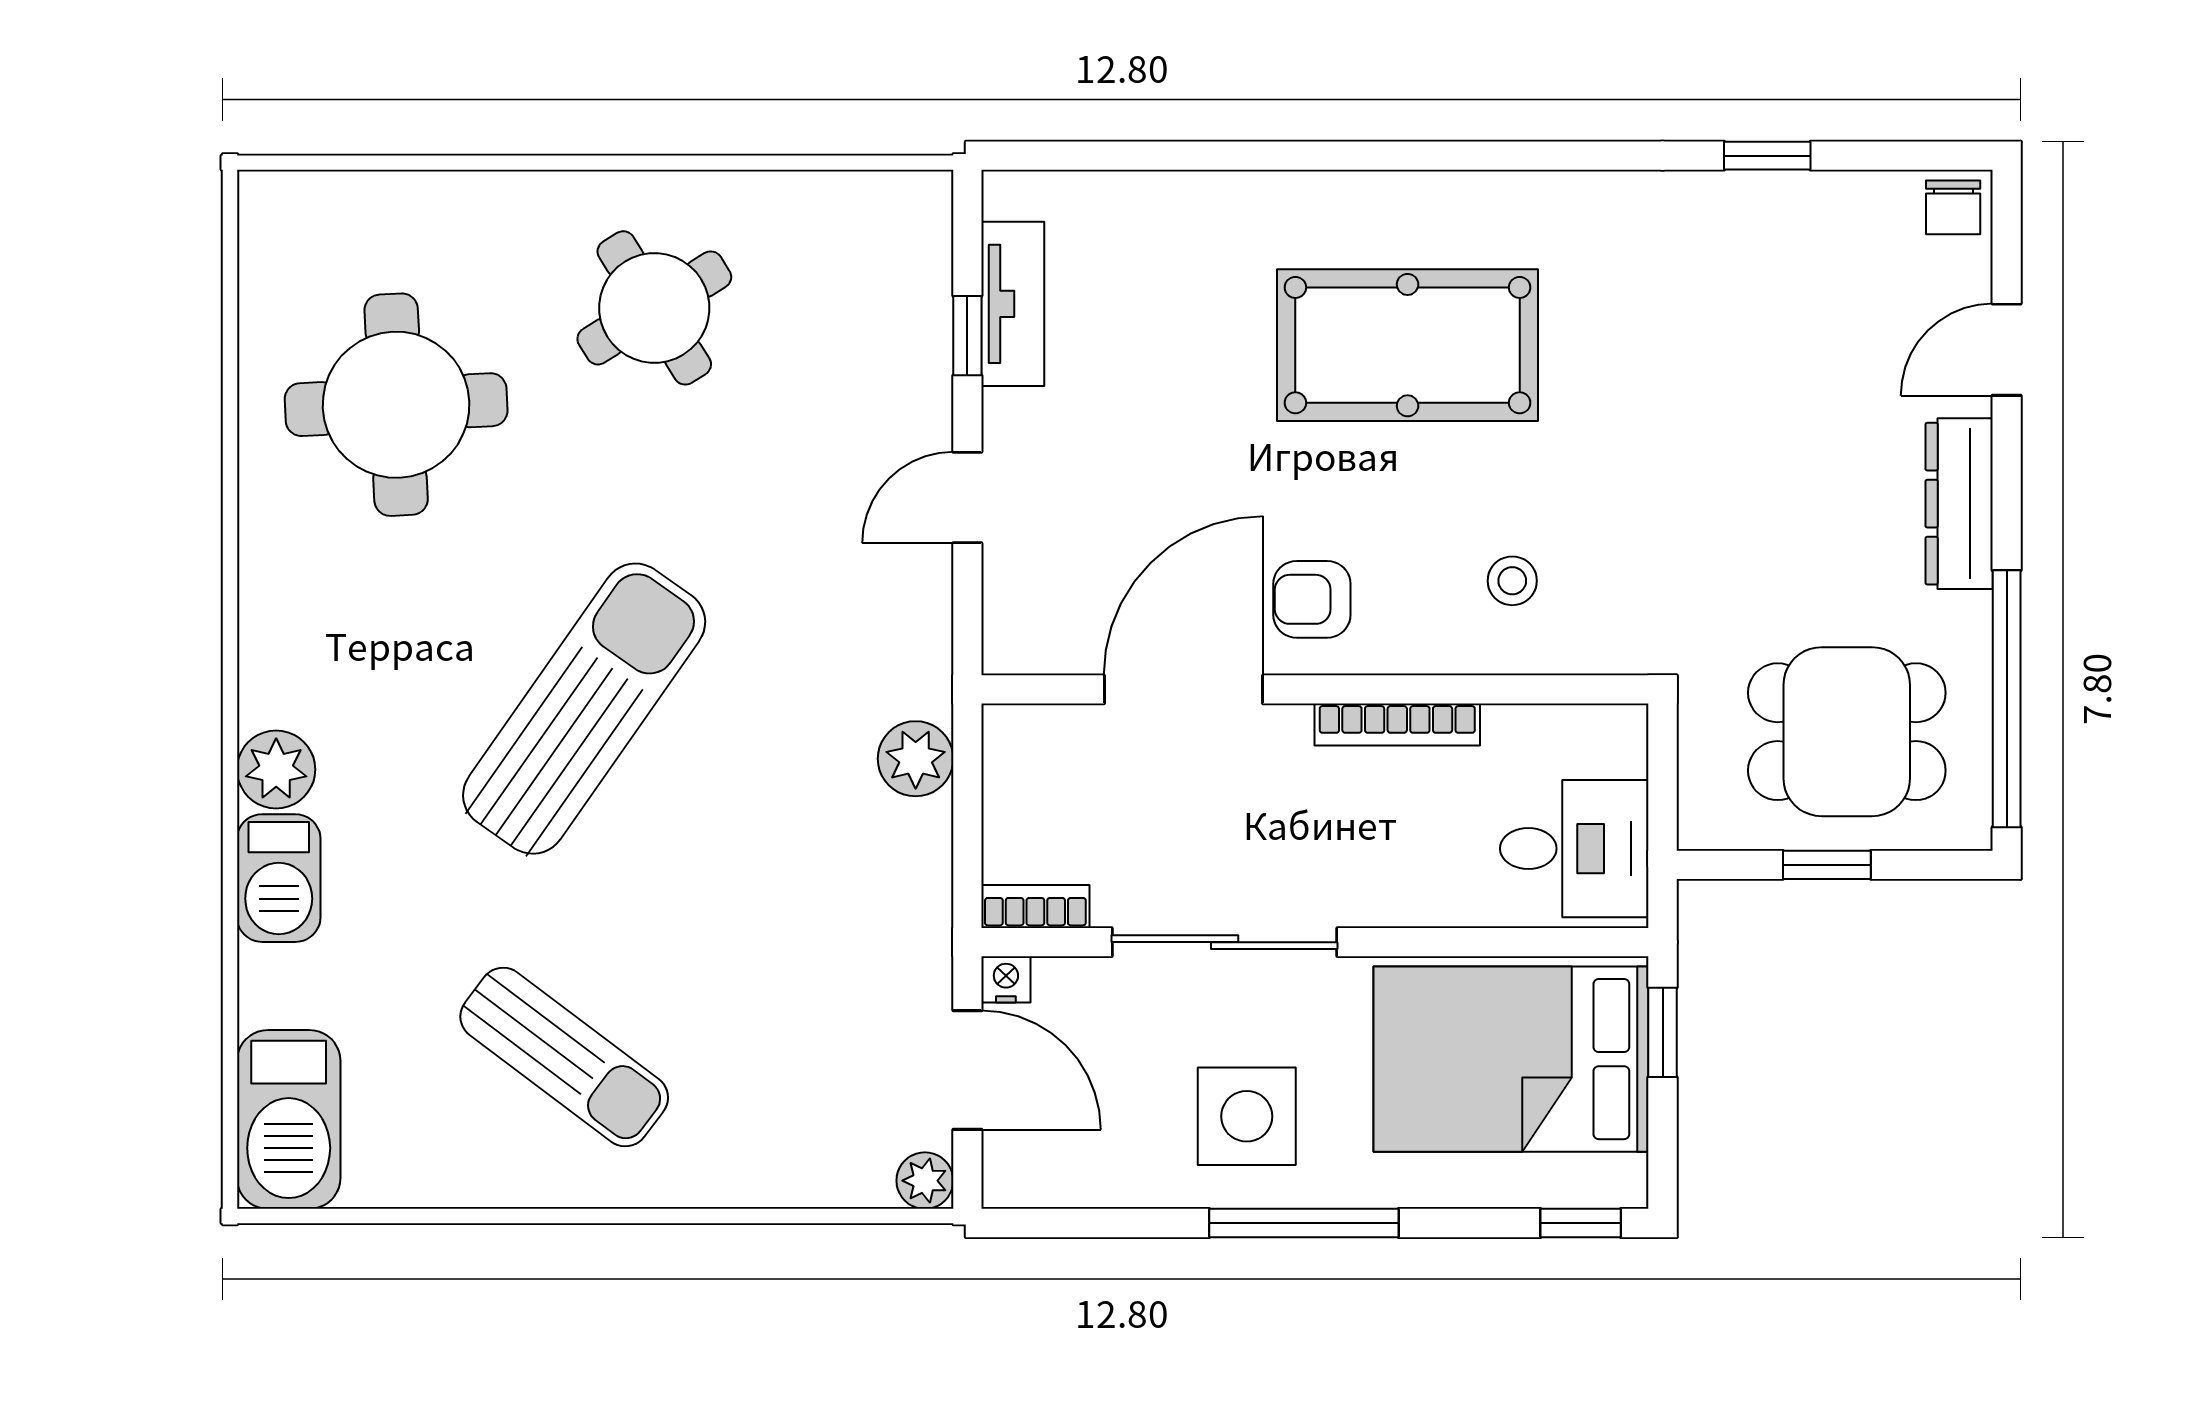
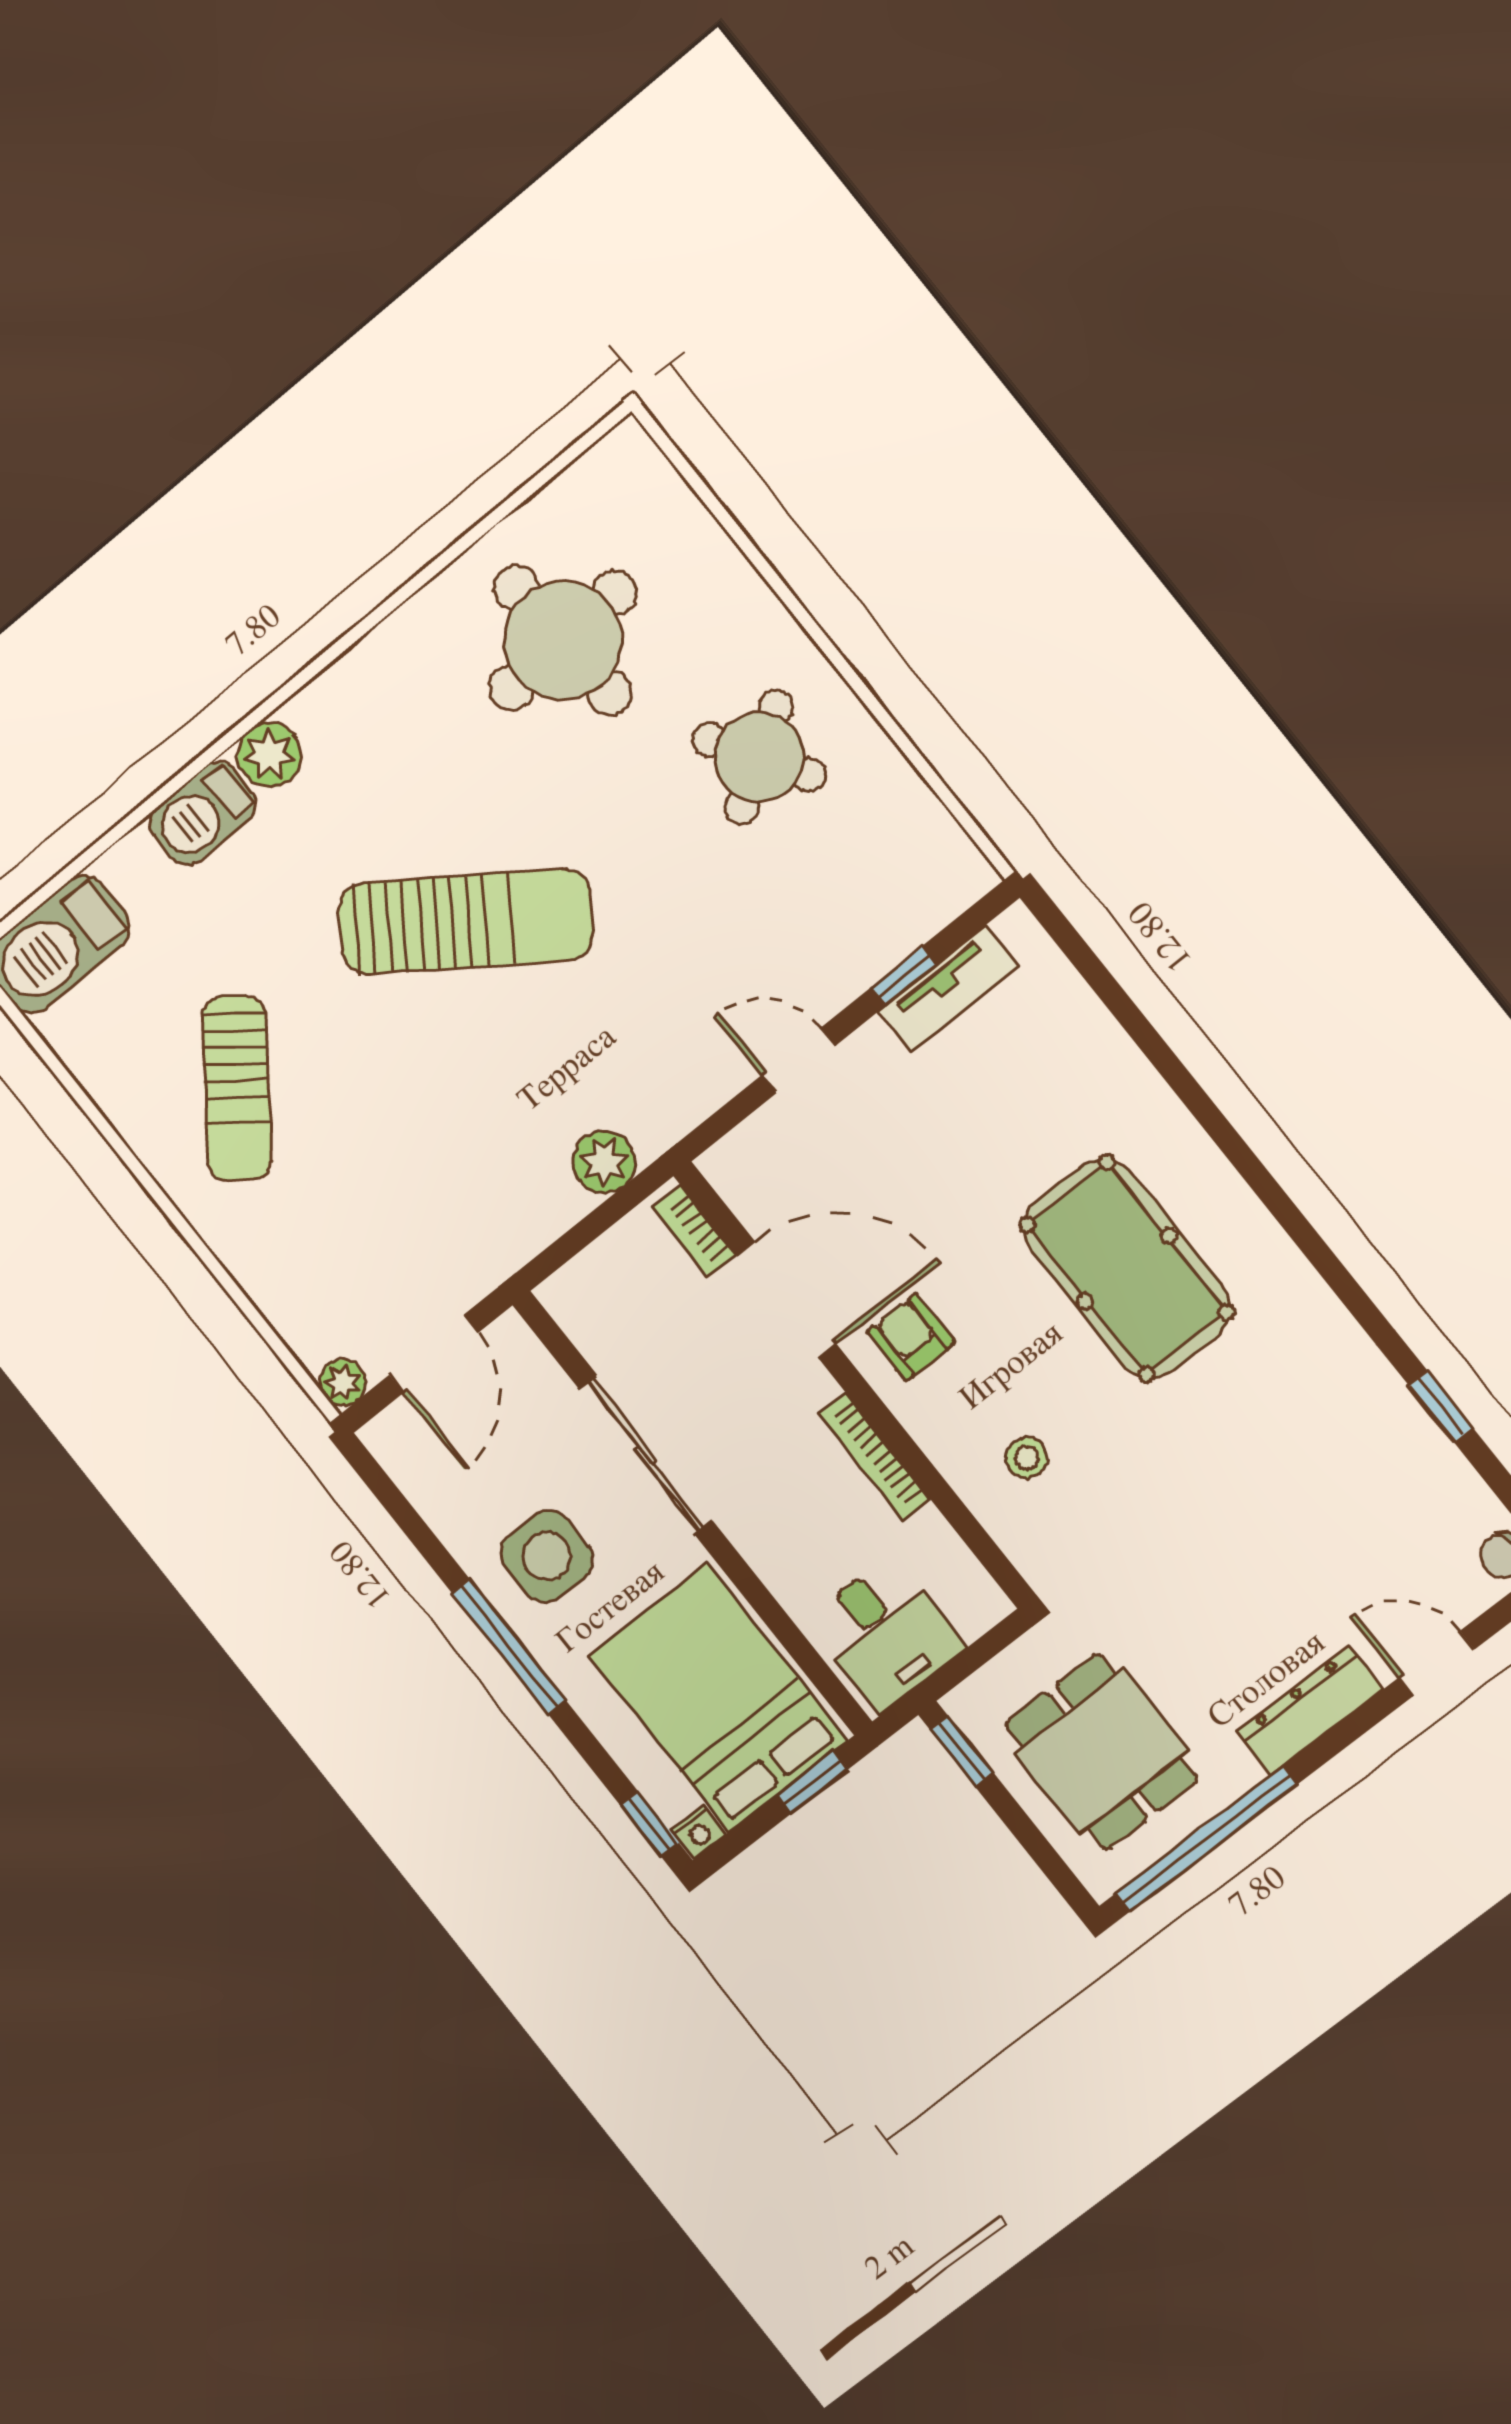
window: (1827, 865) -> (962, 1751), moved
bookcase: (1035, 906) -> (694, 1231), moved, turned 180
nightstand: (1006, 979) -> (698, 1832), moved, turned 90

